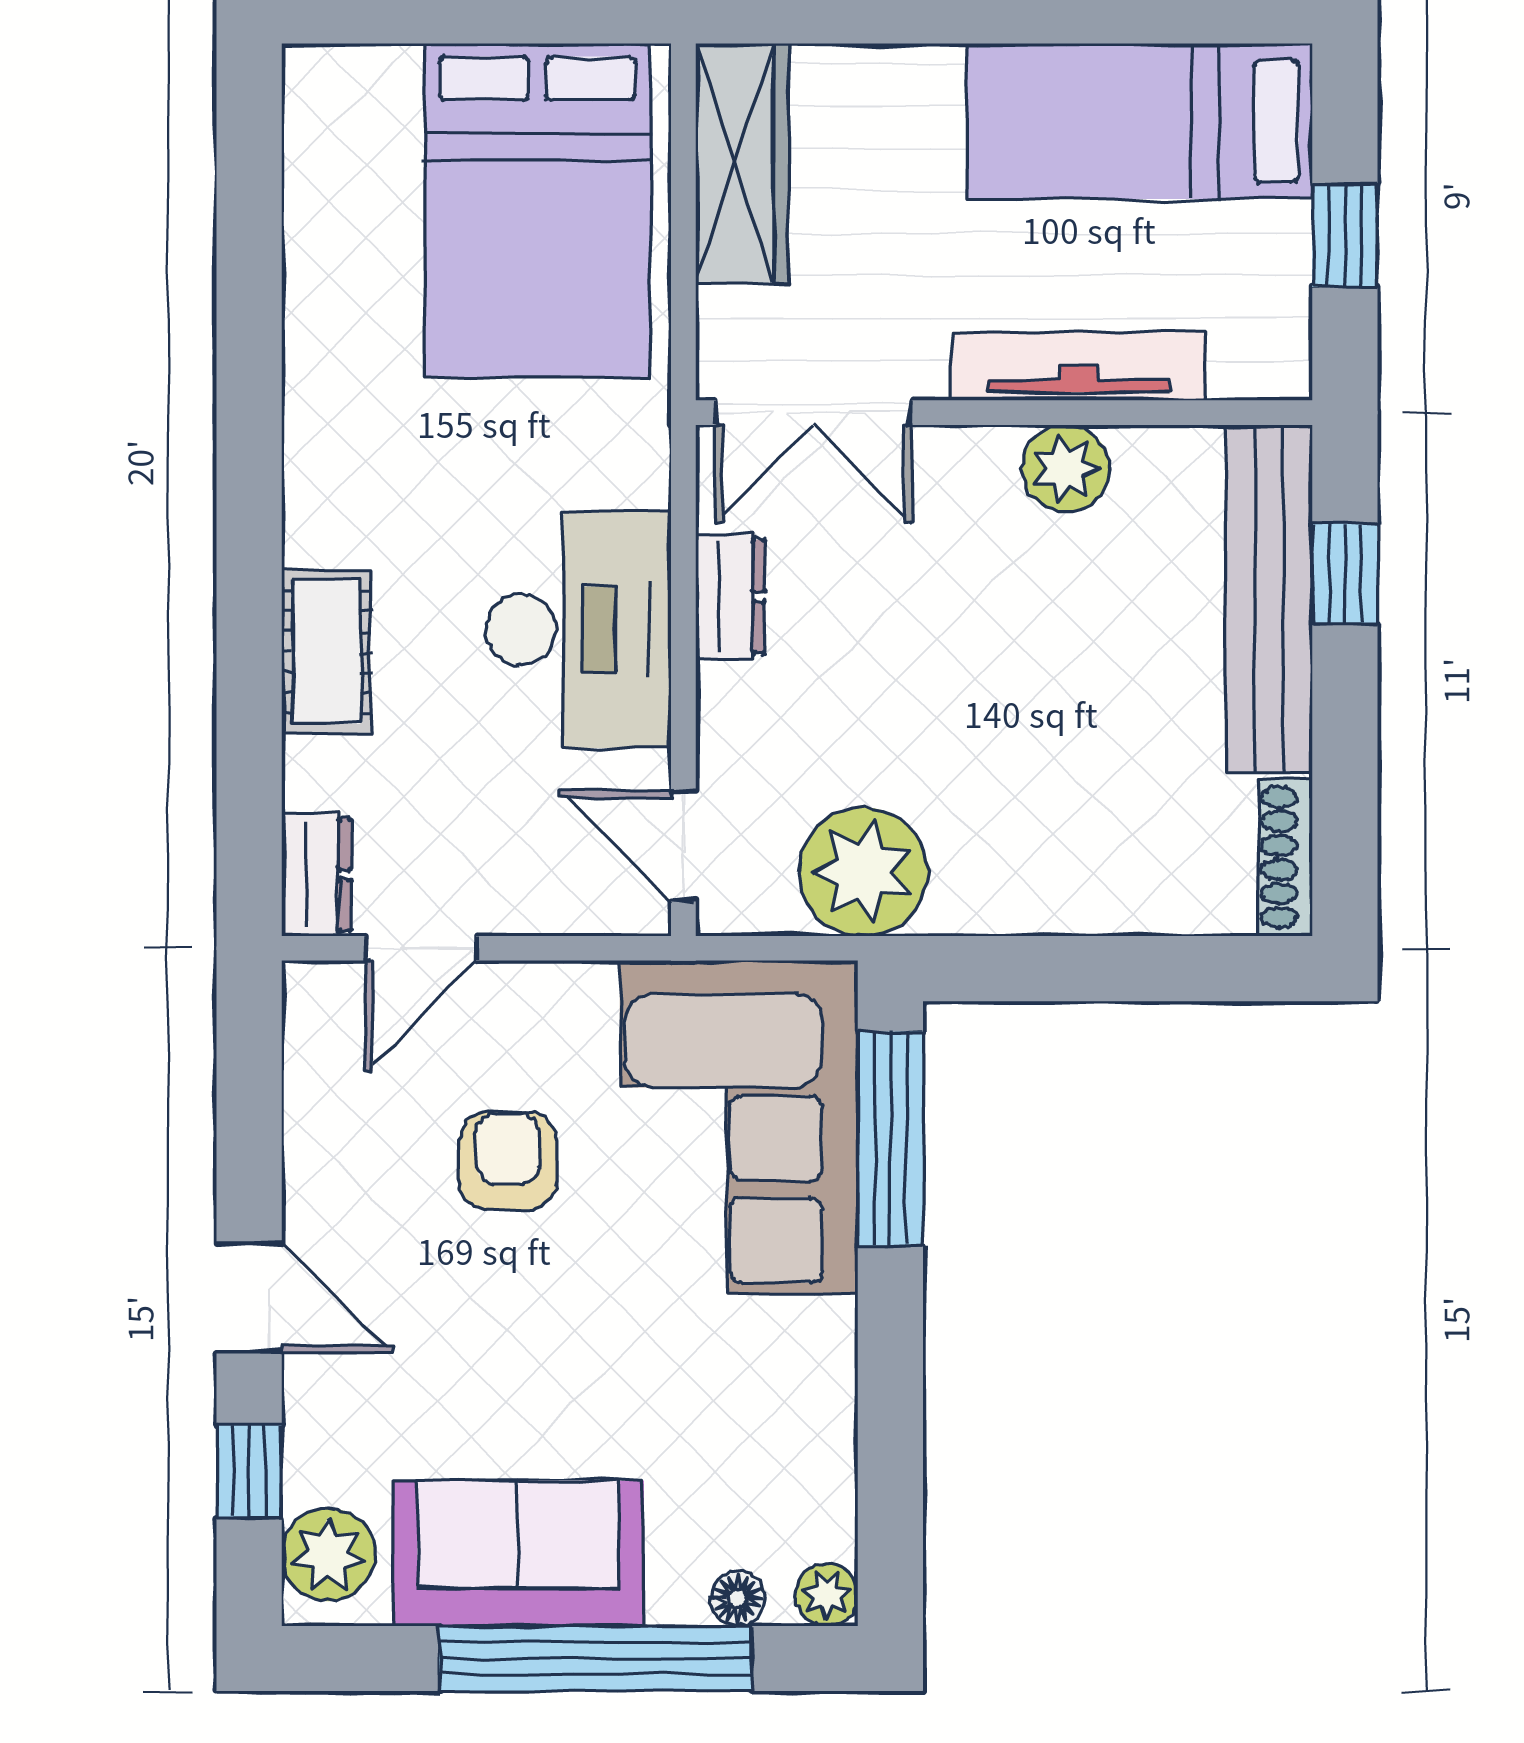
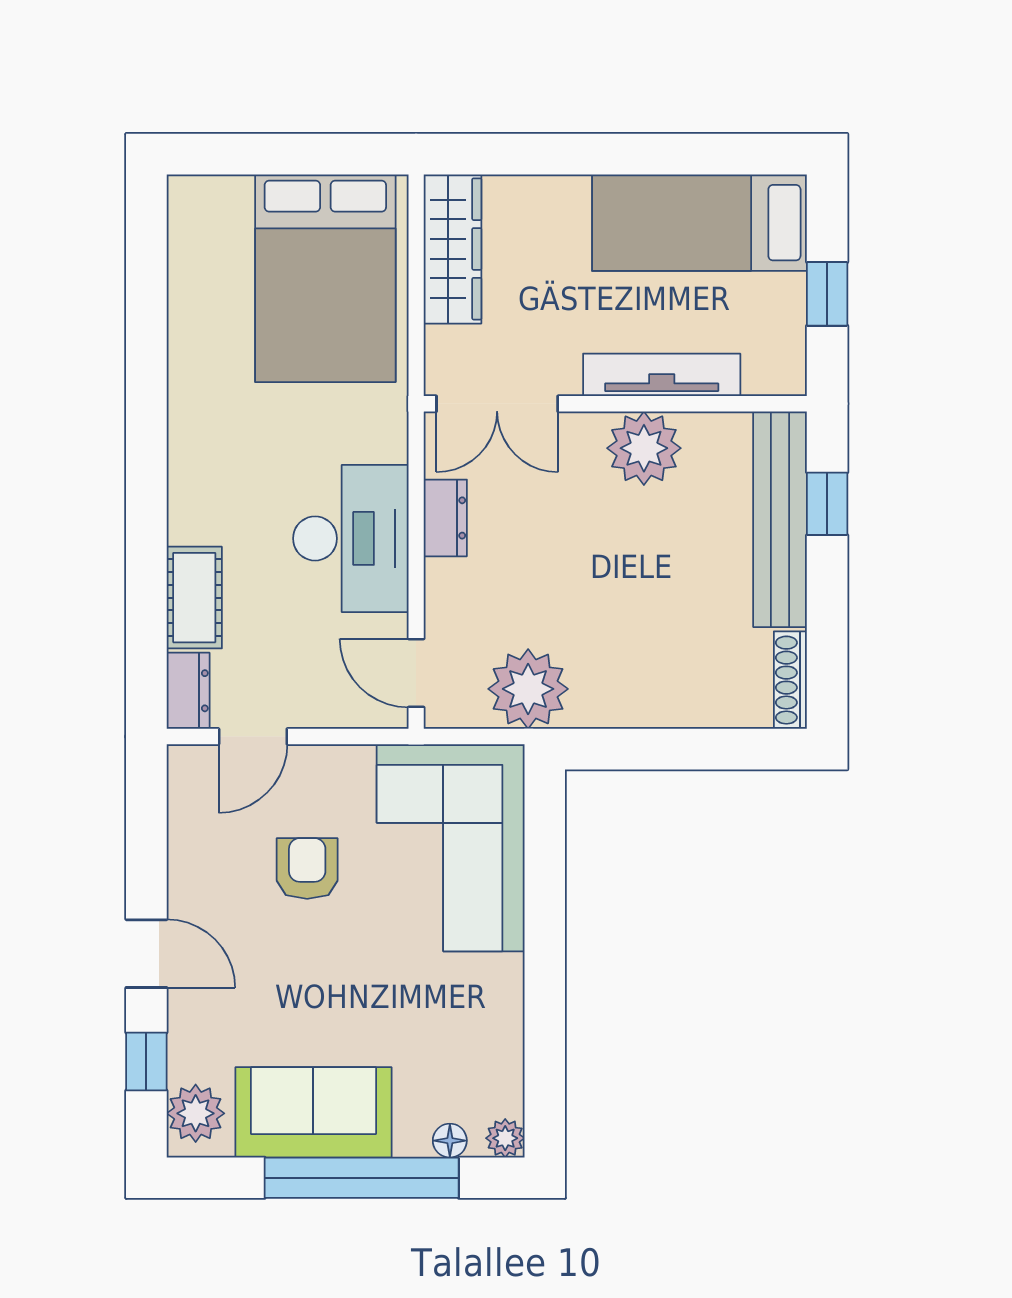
plant: (1066, 468) -> (644, 448), width x1.36, depth x1.36
cot: (326, 652) -> (194, 598), moved
window: (890, 1139) -> (545, 855), removed

